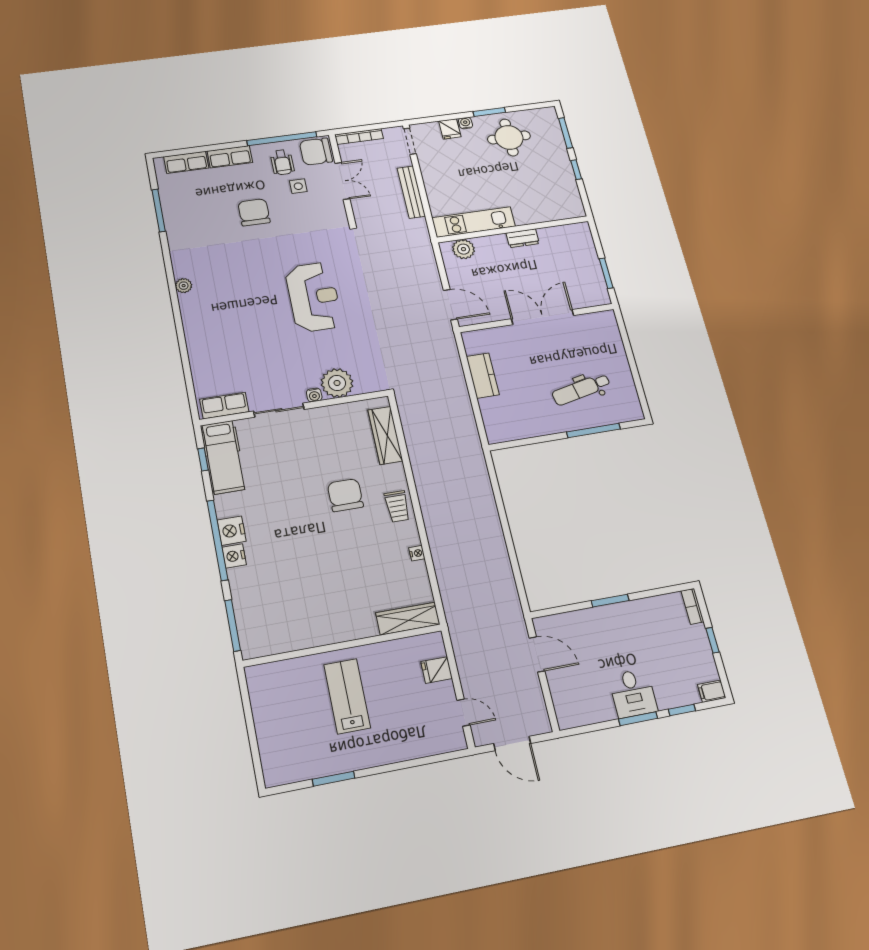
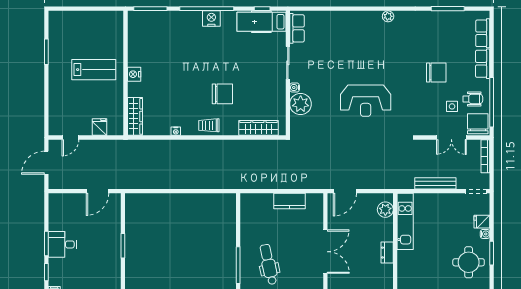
wheelchair: (282, 162) -> (473, 99), turned 180
nightstand: (234, 556) -> (134, 74), moved, turned -90

